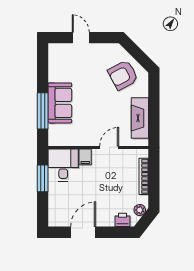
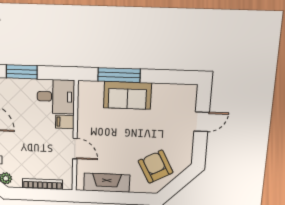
window: (43, 178) -> (22, 72), moved

